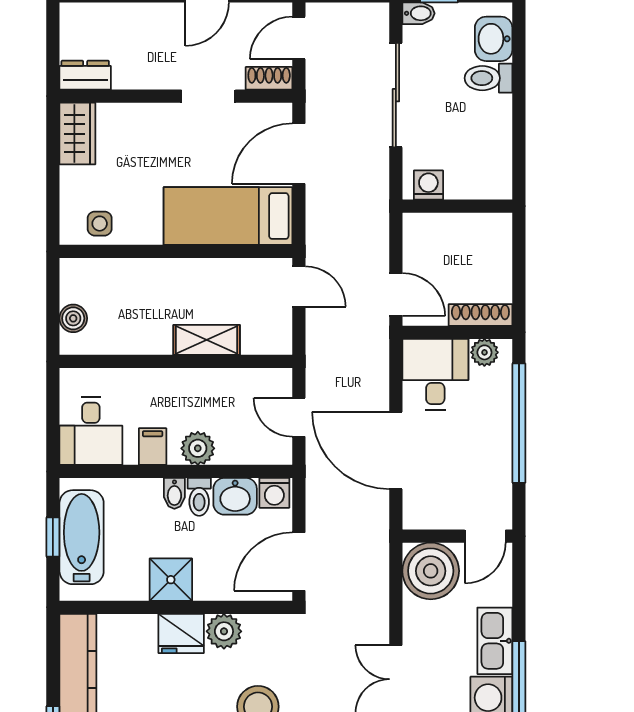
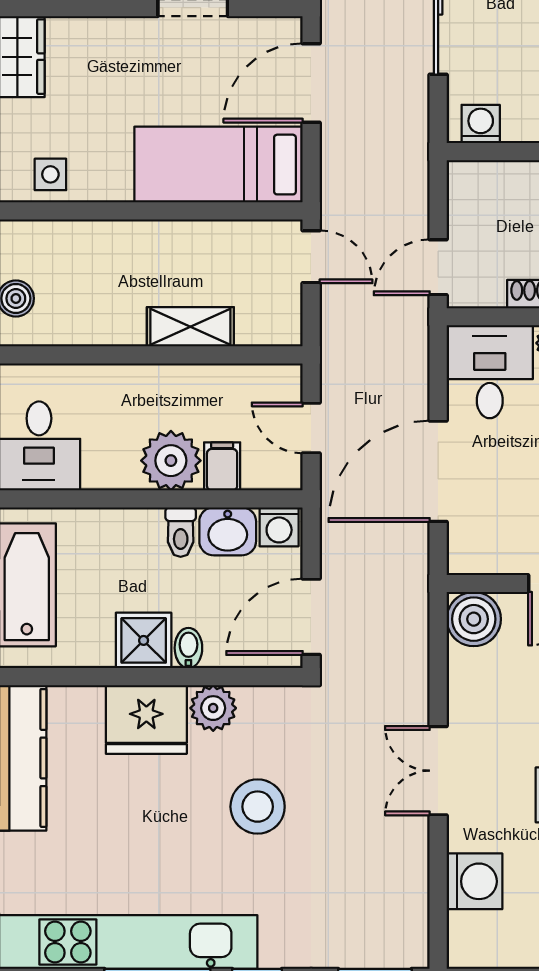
door: (396, 295) -> (438, 267), swing flipped
filing cabinet: (153, 447) -> (222, 466), moved
plant: (198, 448) -> (171, 461), width x1.36, depth x1.36
door: (396, 450) -> (438, 471), hinge flipped
bidet: (174, 493) -> (188, 648), moved, turned 180
boiler: (431, 571) -> (474, 619), width x0.73, depth x0.73
fridge: (181, 633) -> (146, 719), width x1.36, depth x1.34

